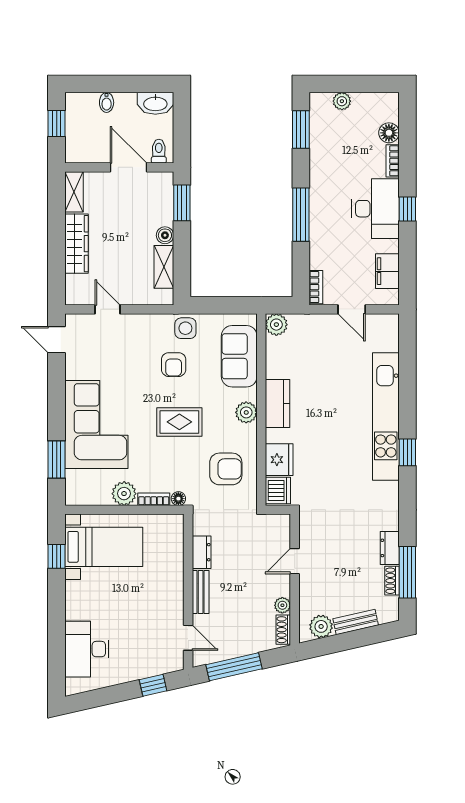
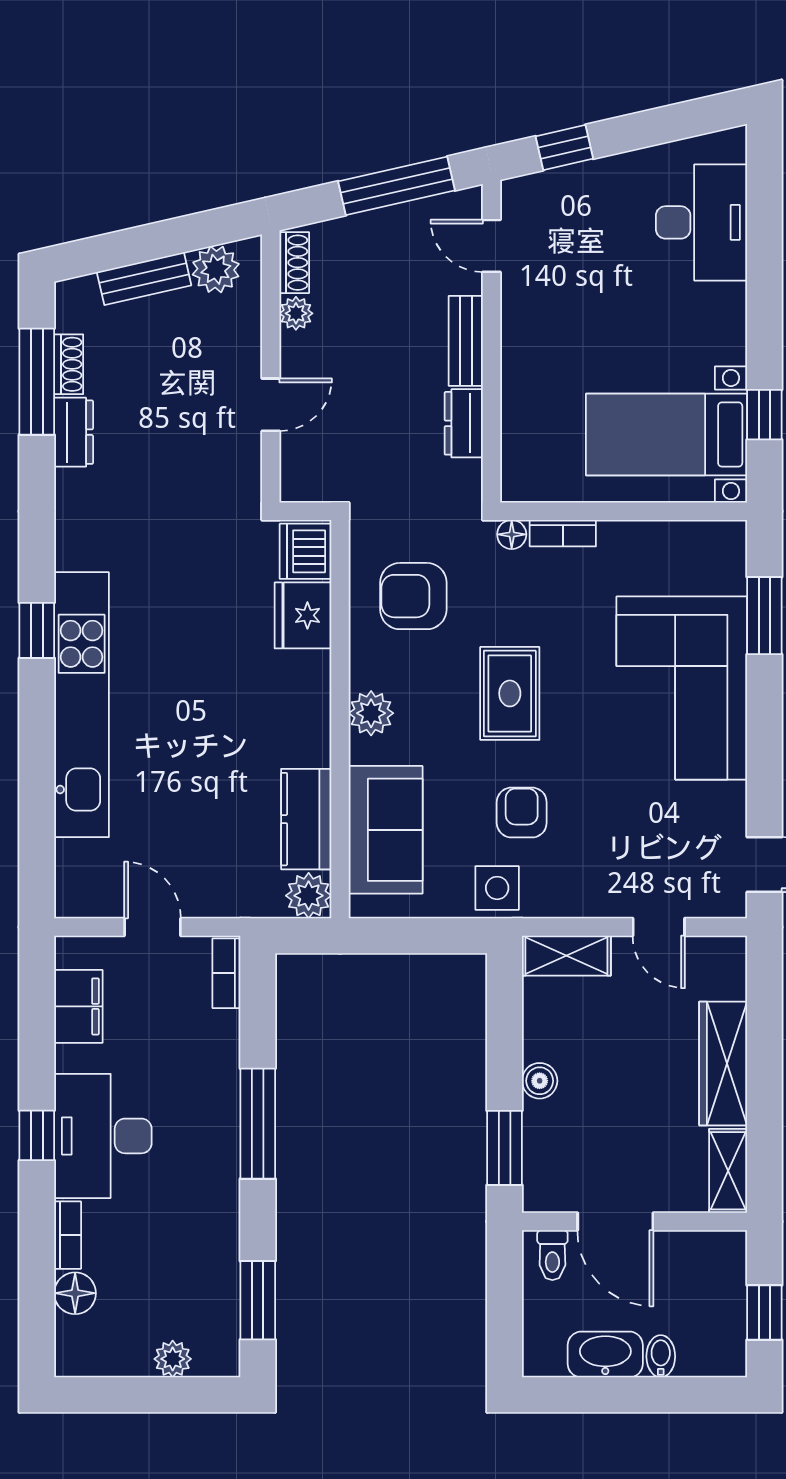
washbasin: (155, 103) -> (605, 1354), moved
shelving: (164, 267) -> (566, 956), moved, turned 90
kitchen counter: (277, 404) -> (306, 819), moved
rug: (179, 422) -> (510, 693), turned 90
plant: (124, 494) -> (625, 545), removed

